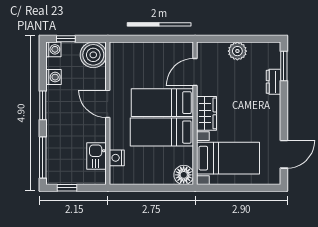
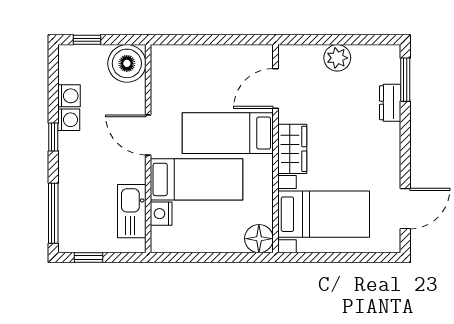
washing machine: (53, 49) -> (69, 120), moved
window: (43, 105) -> (53, 137), width x0.67
bed: (162, 132) -> (197, 179), moved, turned 180
kitchen sink: (97, 156) -> (132, 211), width x1.38

